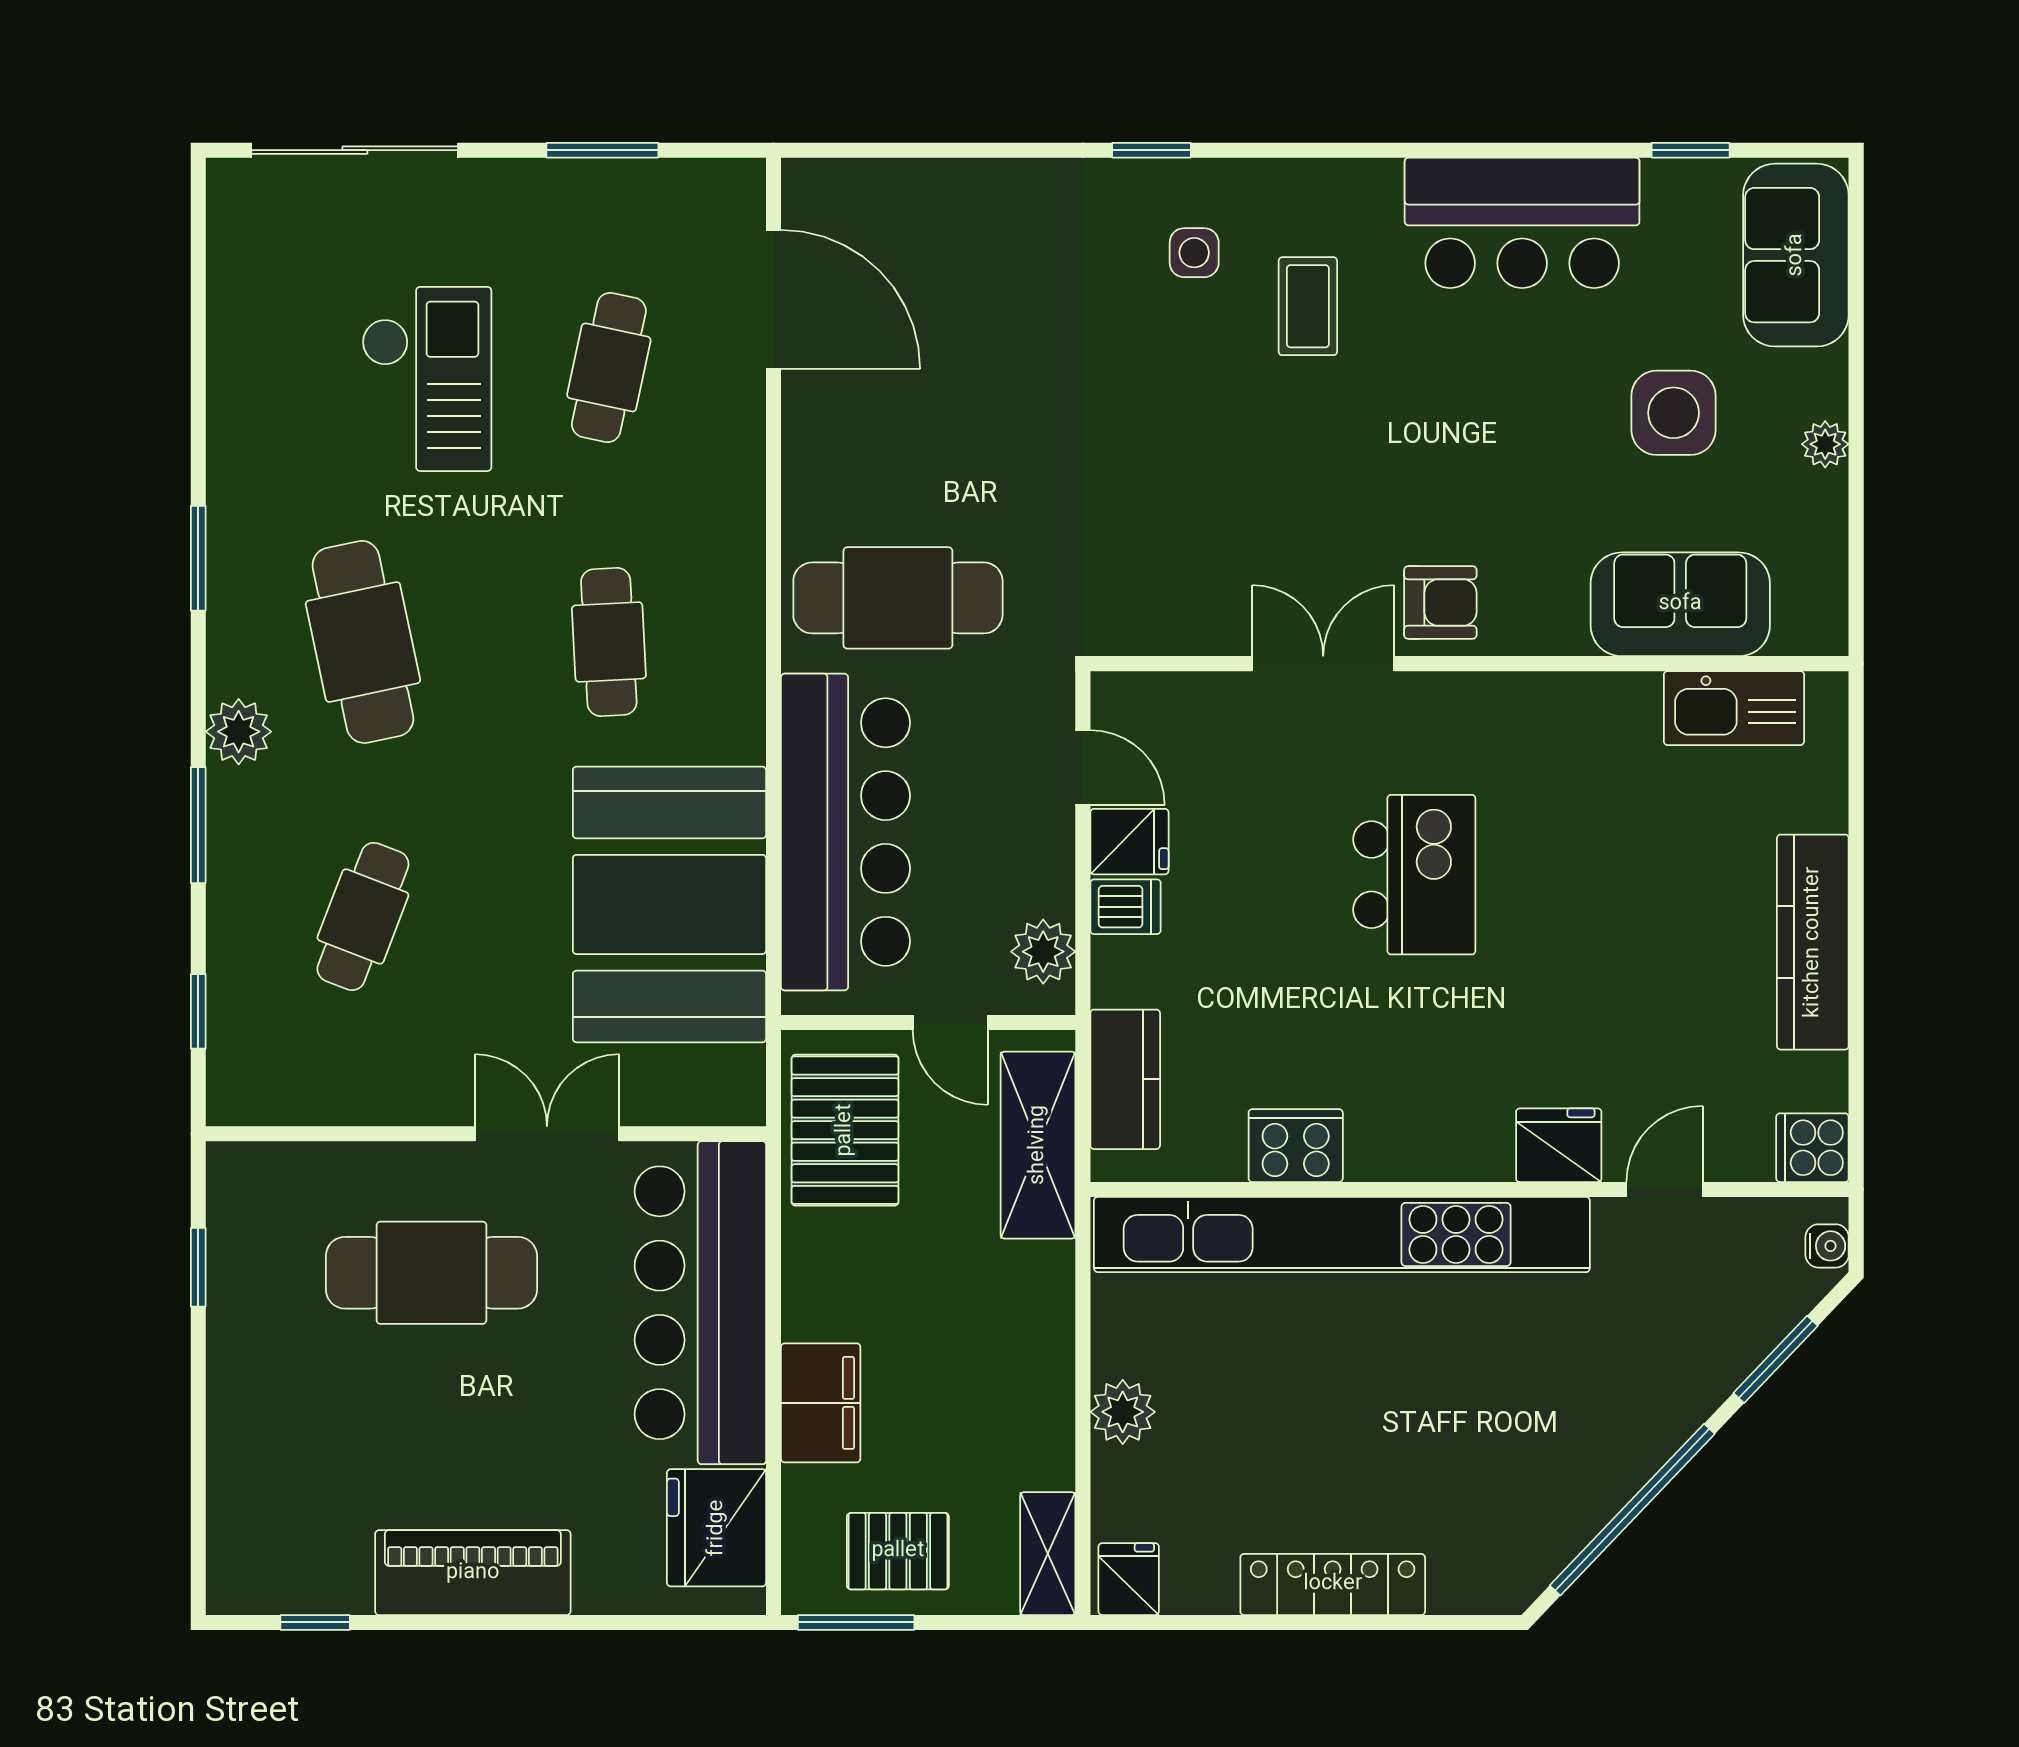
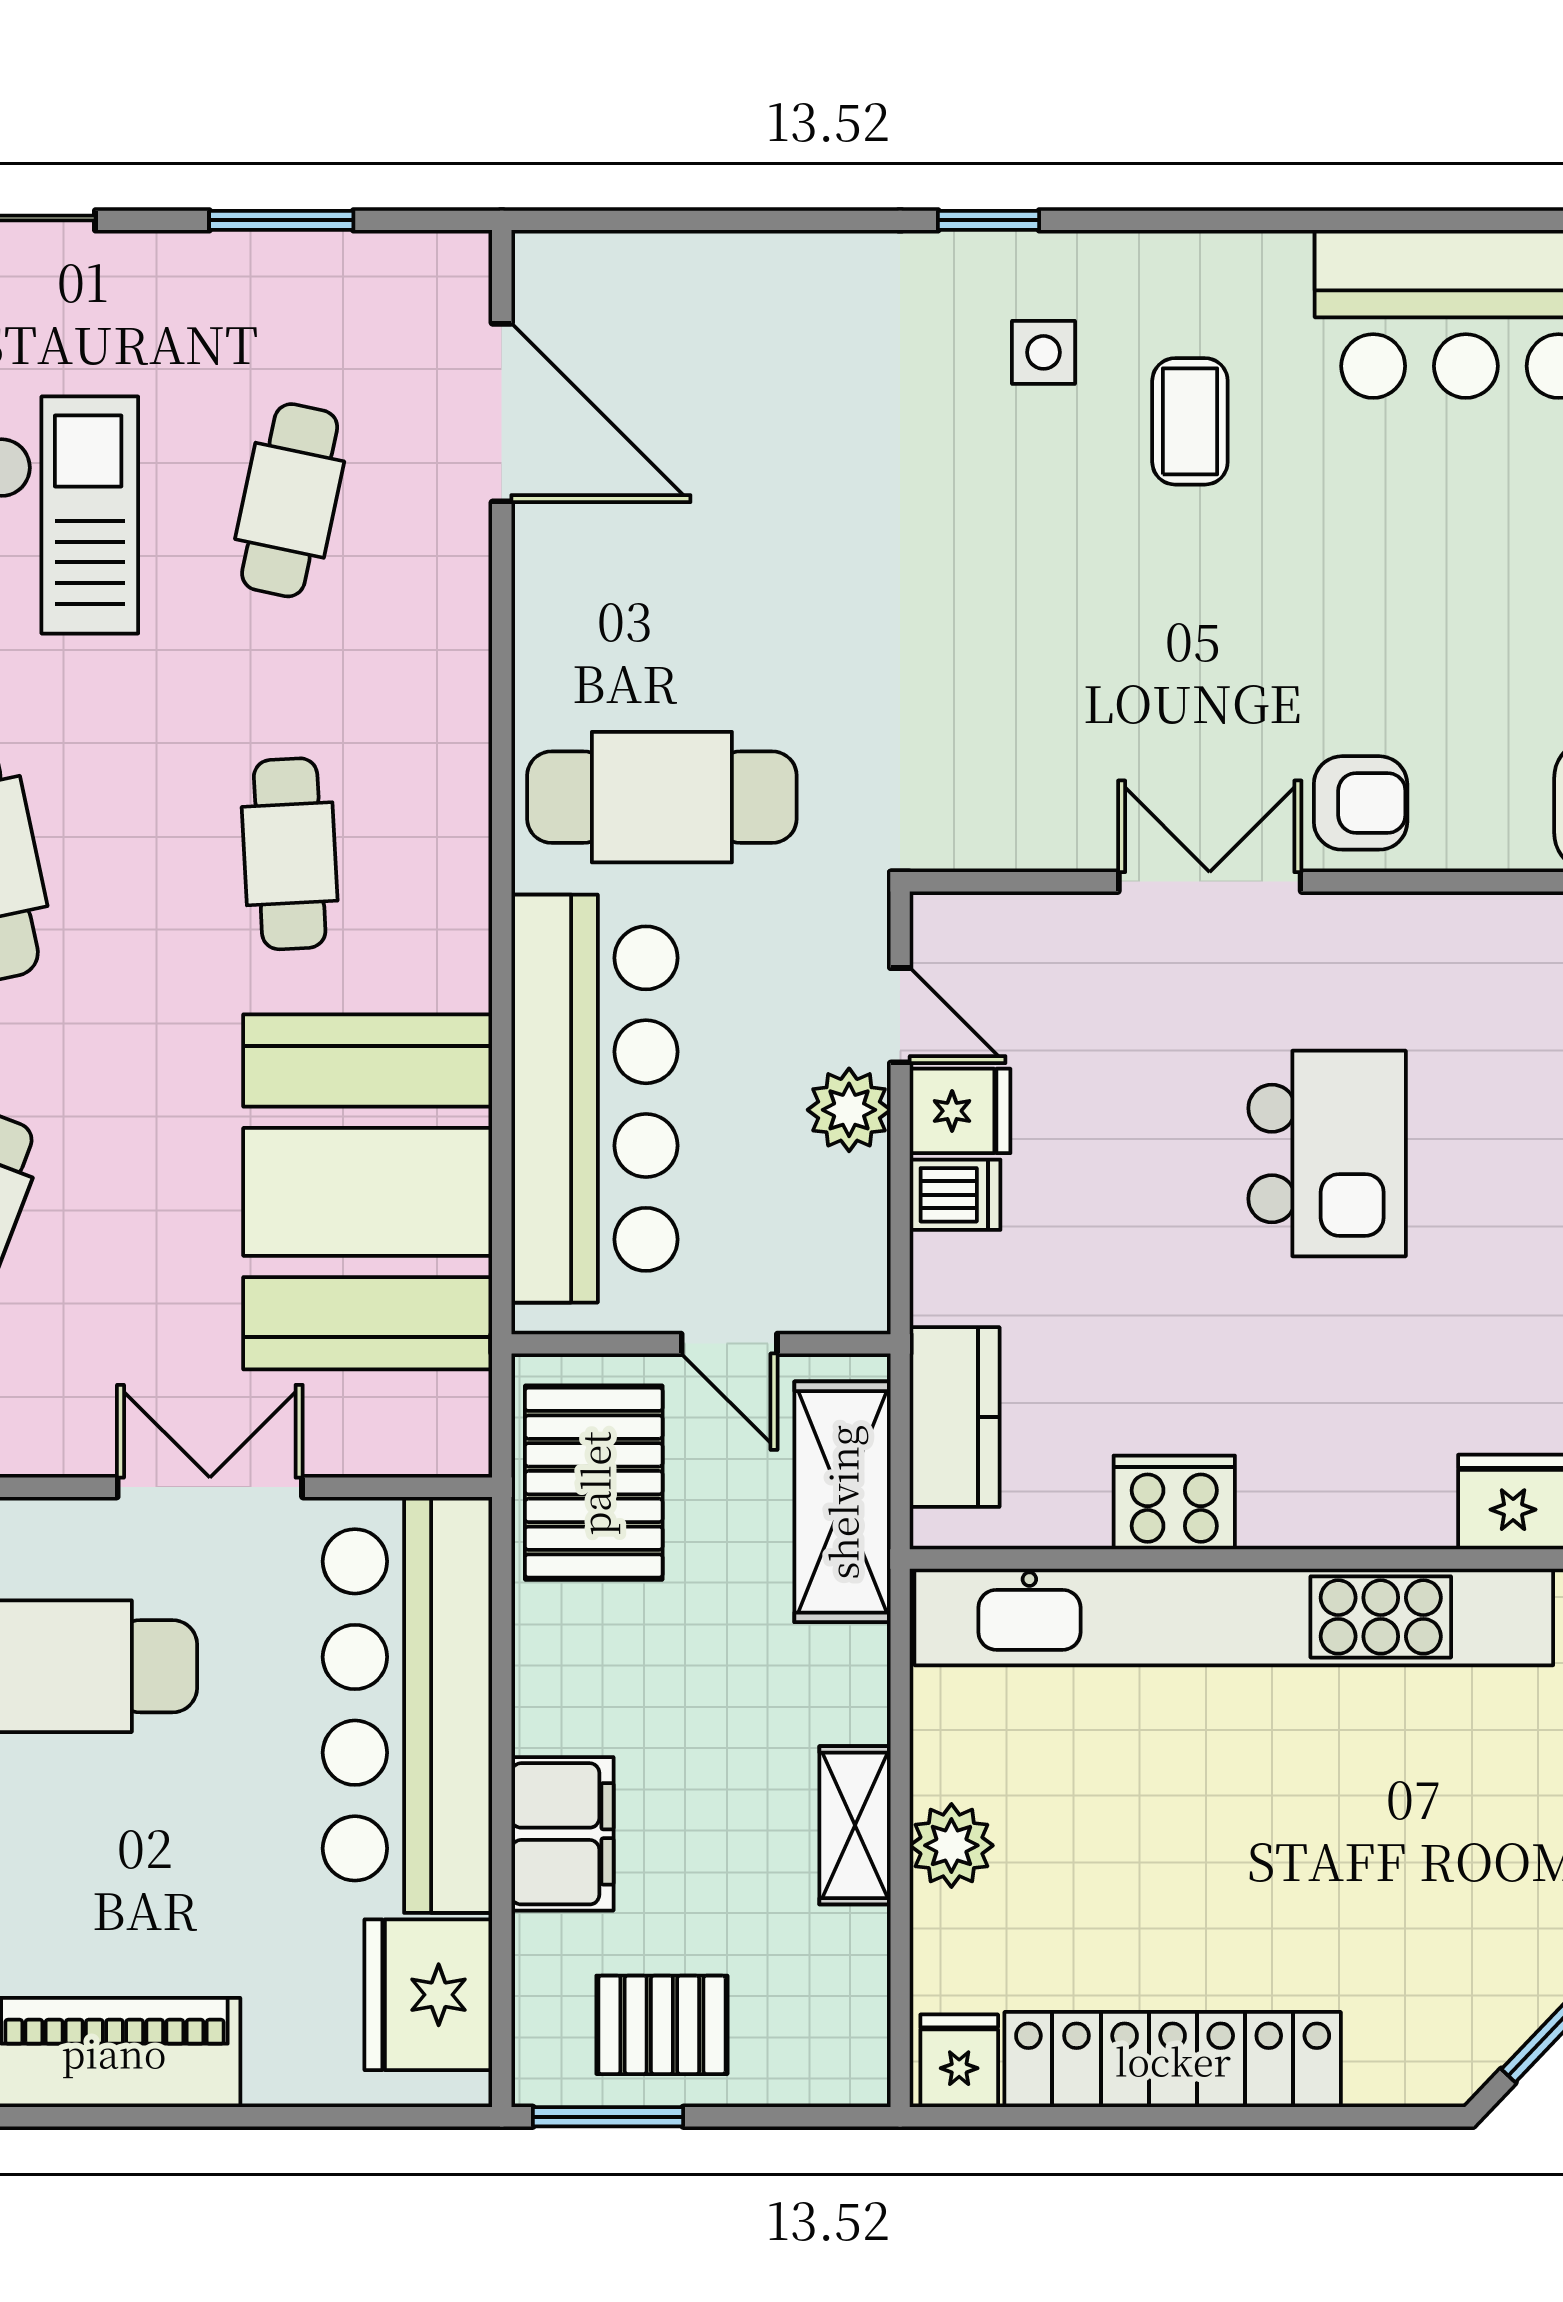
plant: (1043, 952) -> (849, 1110), moved
shelving: (1048, 1554) -> (855, 1825), moved
locker: (1333, 1584) -> (1173, 2060), width x1.41, depth x1.21

